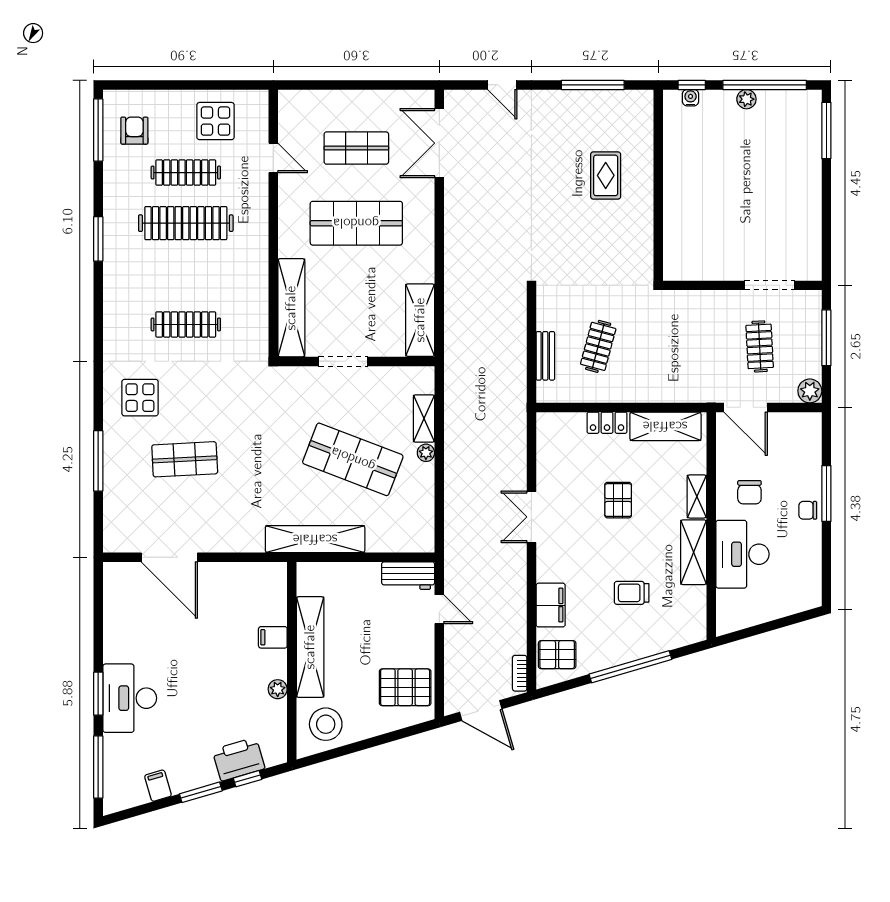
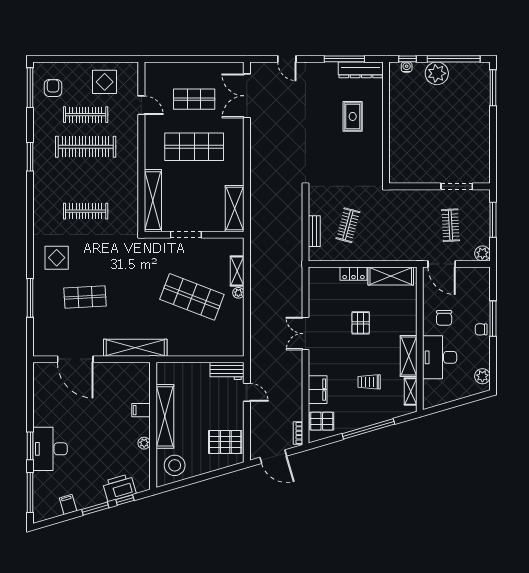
plant: (746, 99) -> (437, 73), width x1.88, depth x1.88
dresser: (618, 102) -> (361, 70), added
shelving: (697, 496) -> (411, 391), moved
shelving: (315, 539) -> (135, 348), moved
plant: (810, 584) -> (482, 376), added

